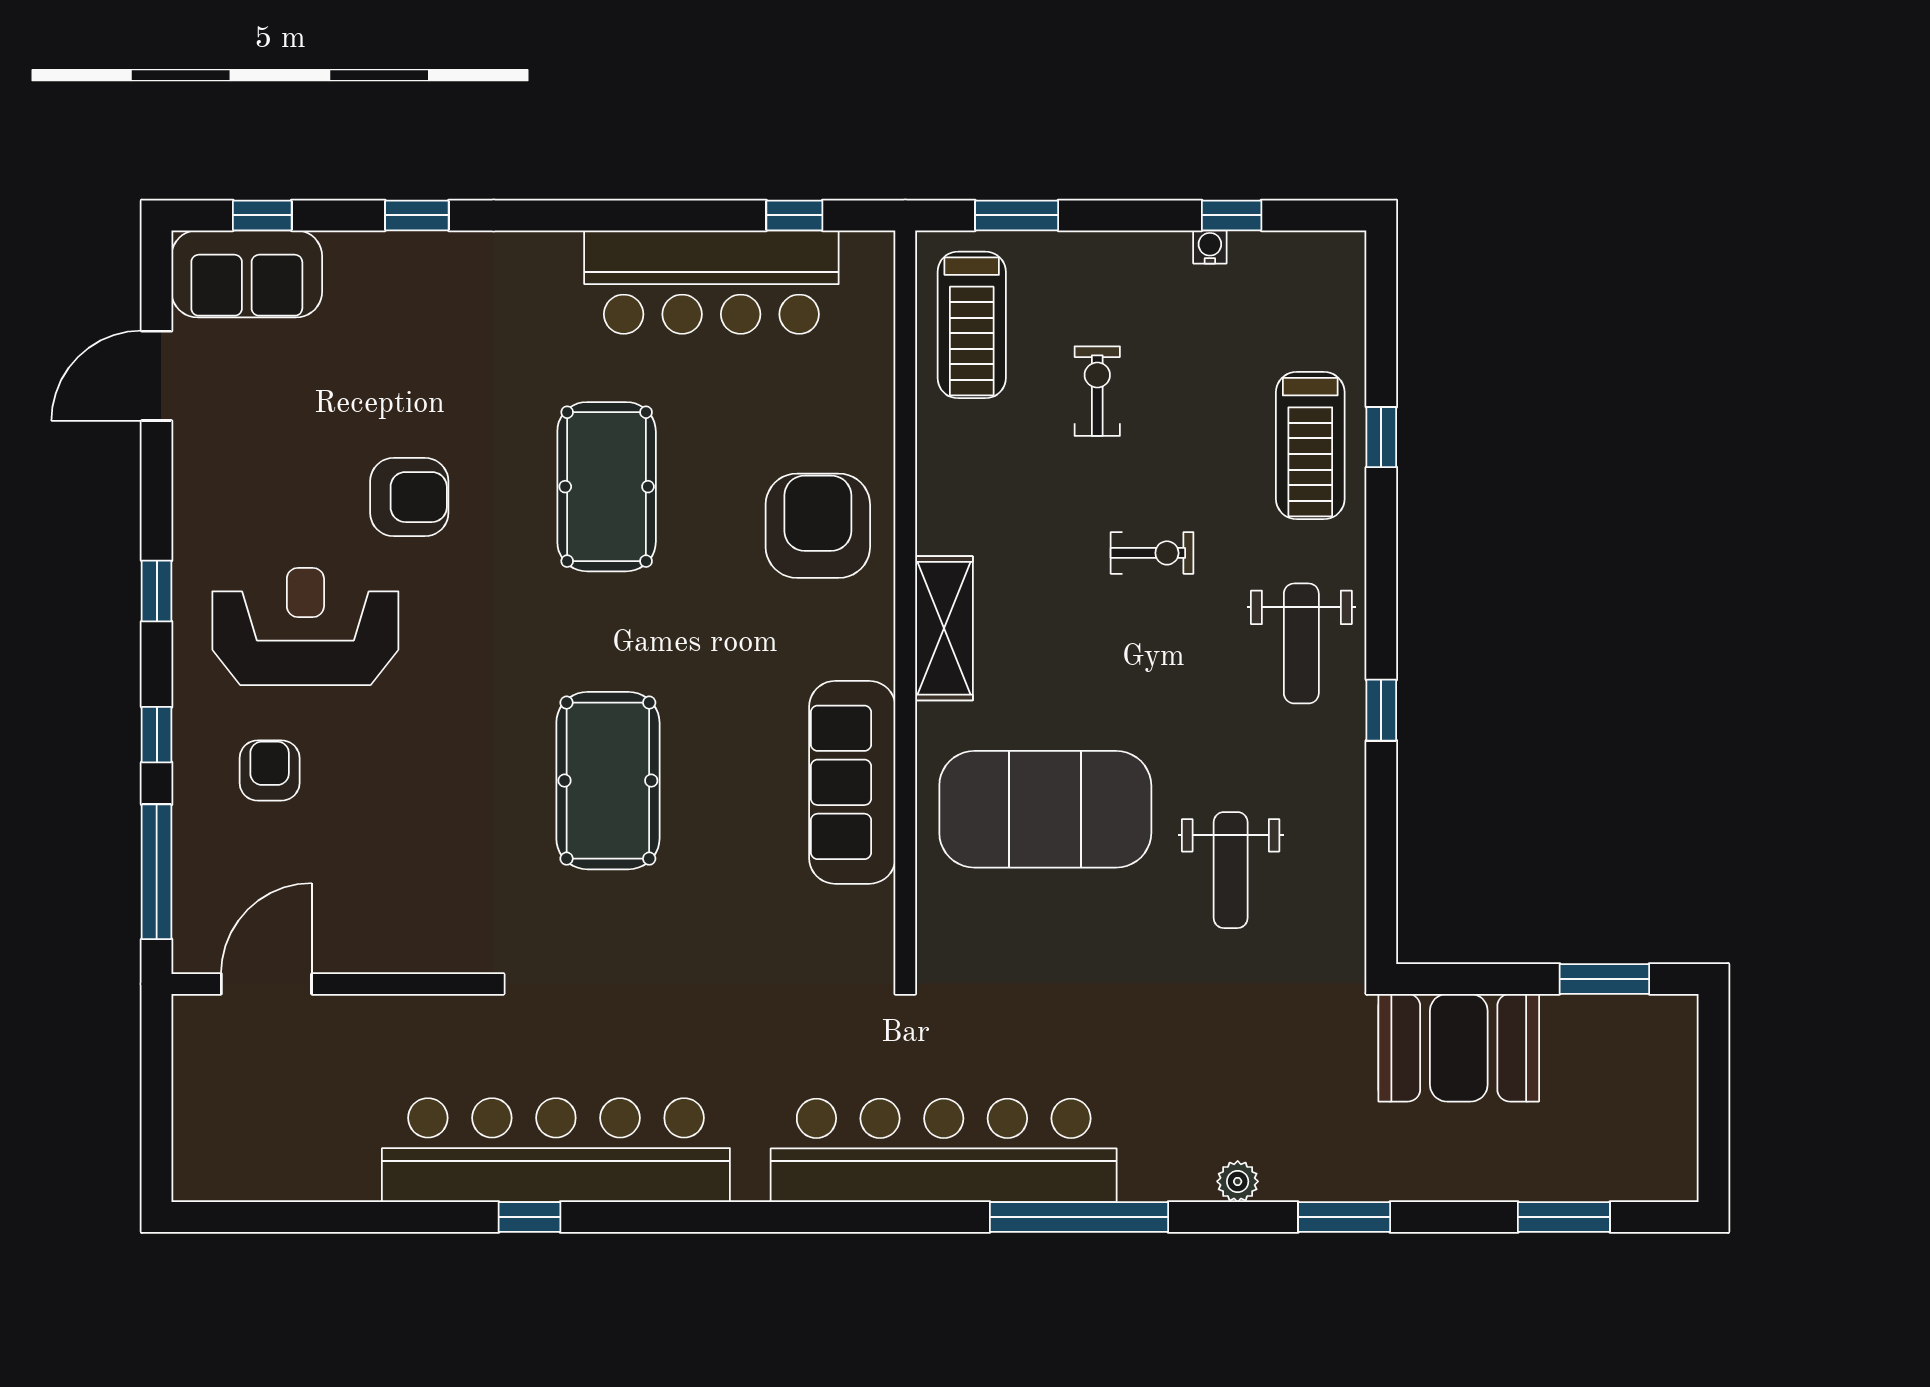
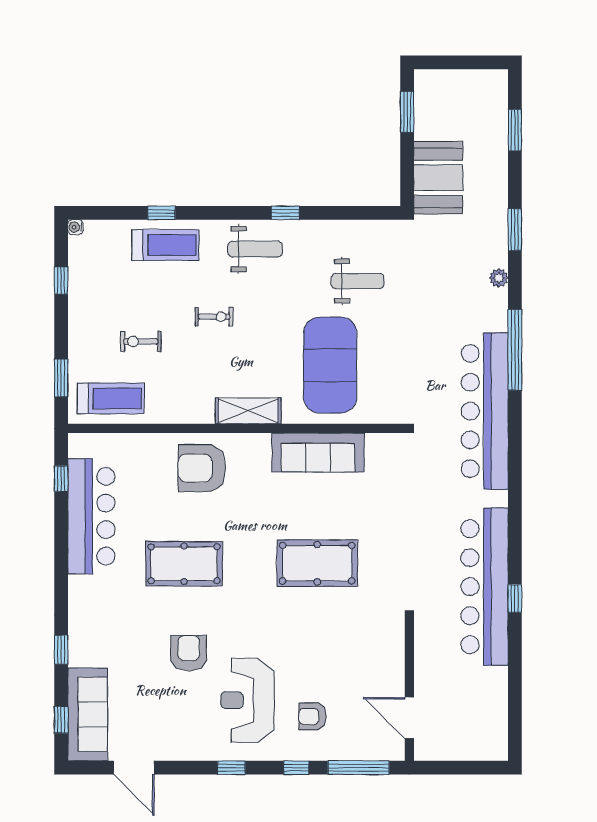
water cooler: (1210, 247) -> (75, 227), moved
sofa: (247, 274) -> (88, 714), width x1.36
exercise bike: (1152, 553) -> (214, 317), turned 90

